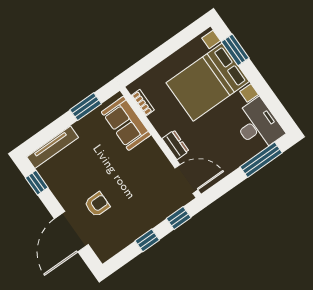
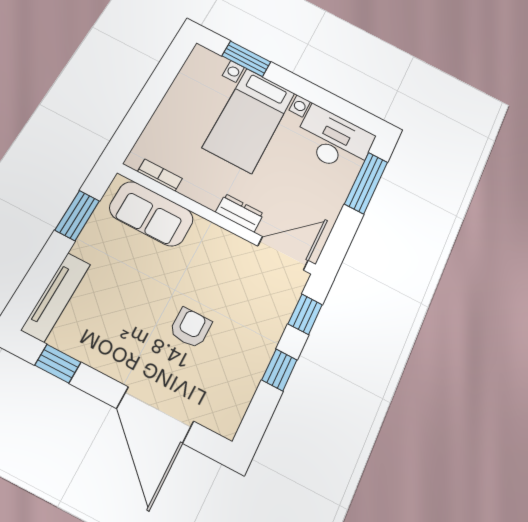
bed with nightstands: (208, 82) -> (249, 120), width x0.73
armchair: (97, 204) -> (190, 328), moved

